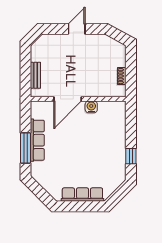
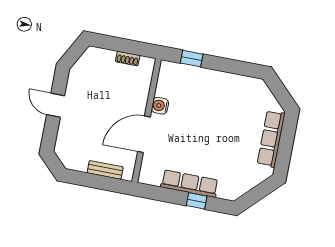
door: (68, 99) -> (144, 134), swing flipped
window: (25, 148) -> (197, 201), width x0.46
window: (131, 156) -> (192, 59), moved

